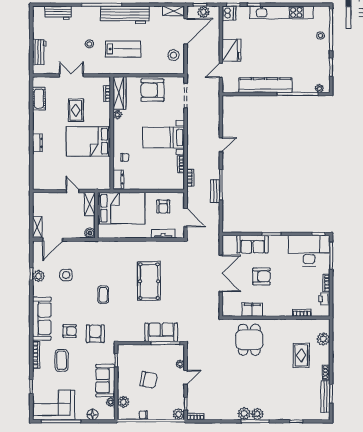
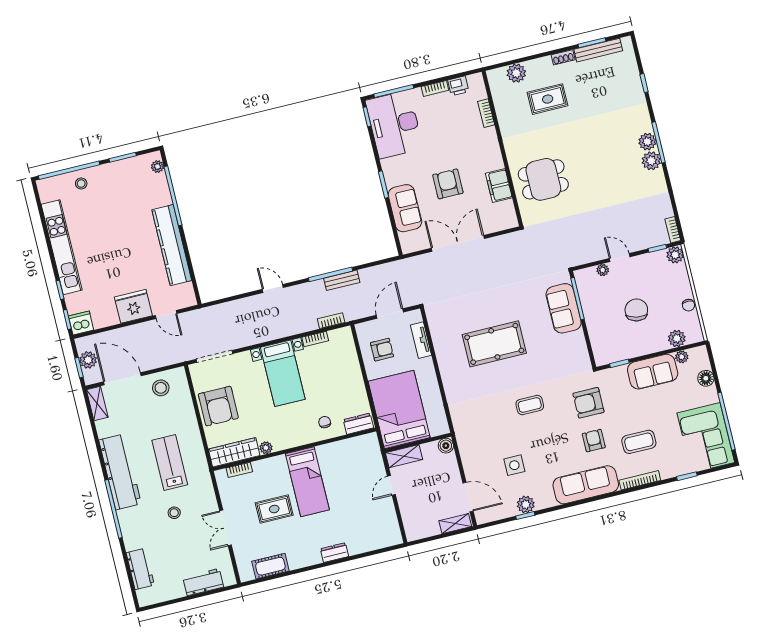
bed: (88, 141) -> (307, 482), width x0.67

